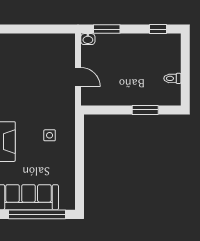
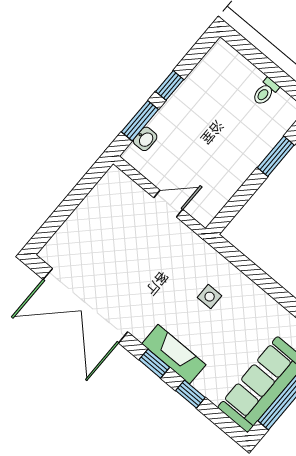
window: (158, 29) -> (170, 85), moved
washbasin: (88, 39) -> (145, 139), moved

